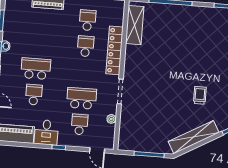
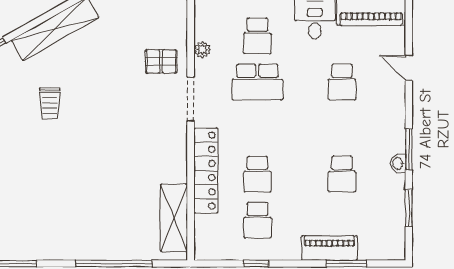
school desk: (36, 69) -> (342, 174), moved, width x0.54
pallet: (135, 114) -> (161, 61), added

